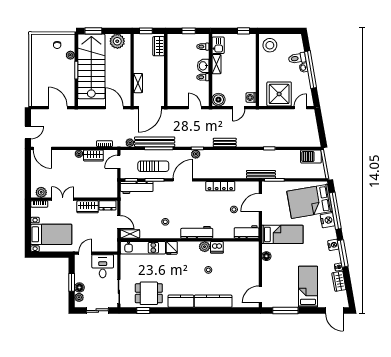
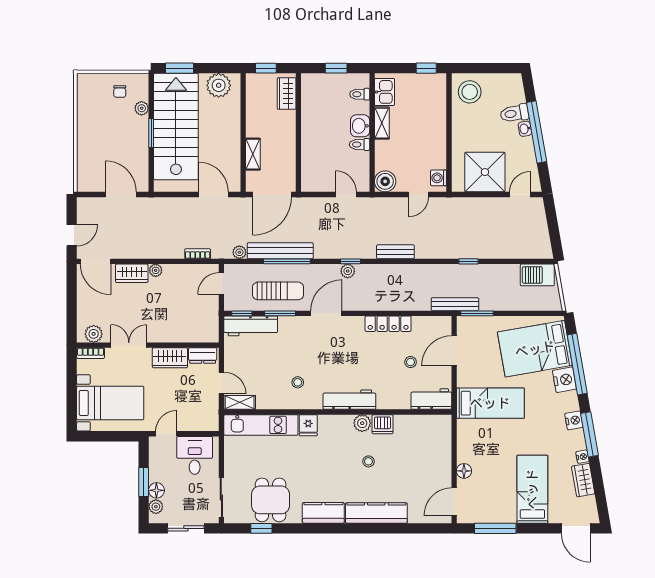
wardrobe: (93, 155) -> (132, 273), moved
floor lamp: (266, 256) -> (464, 471), moved
dining table: (149, 293) -> (271, 500), turned 90

